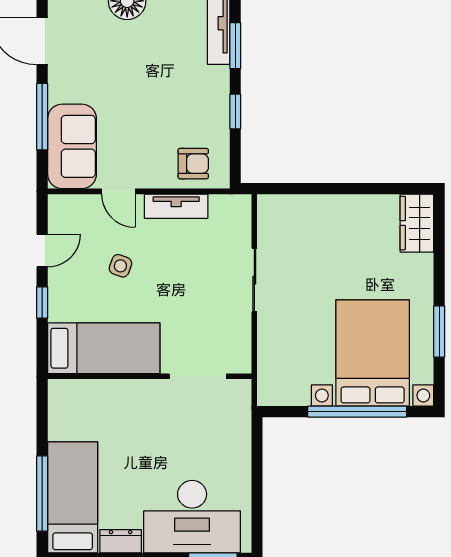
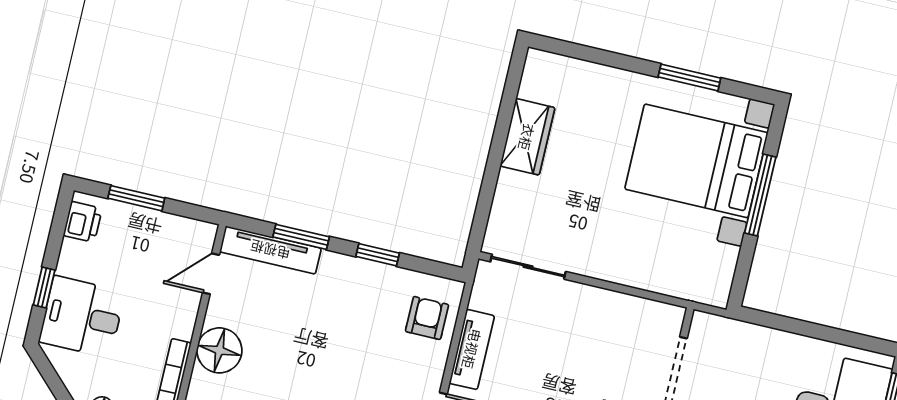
wardrobe: (417, 223) -> (527, 137), moved, turned -90
sliding door: (254, 280) -> (528, 267), moved
window: (357, 412) -> (760, 195), width x0.68

